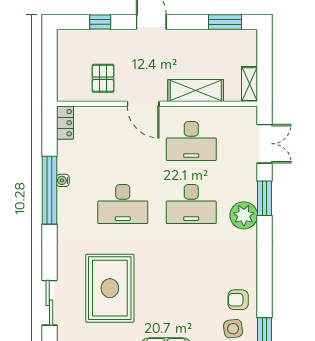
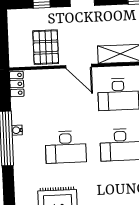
pallet: (103, 78) -> (46, 47), width x1.50, depth x1.42

